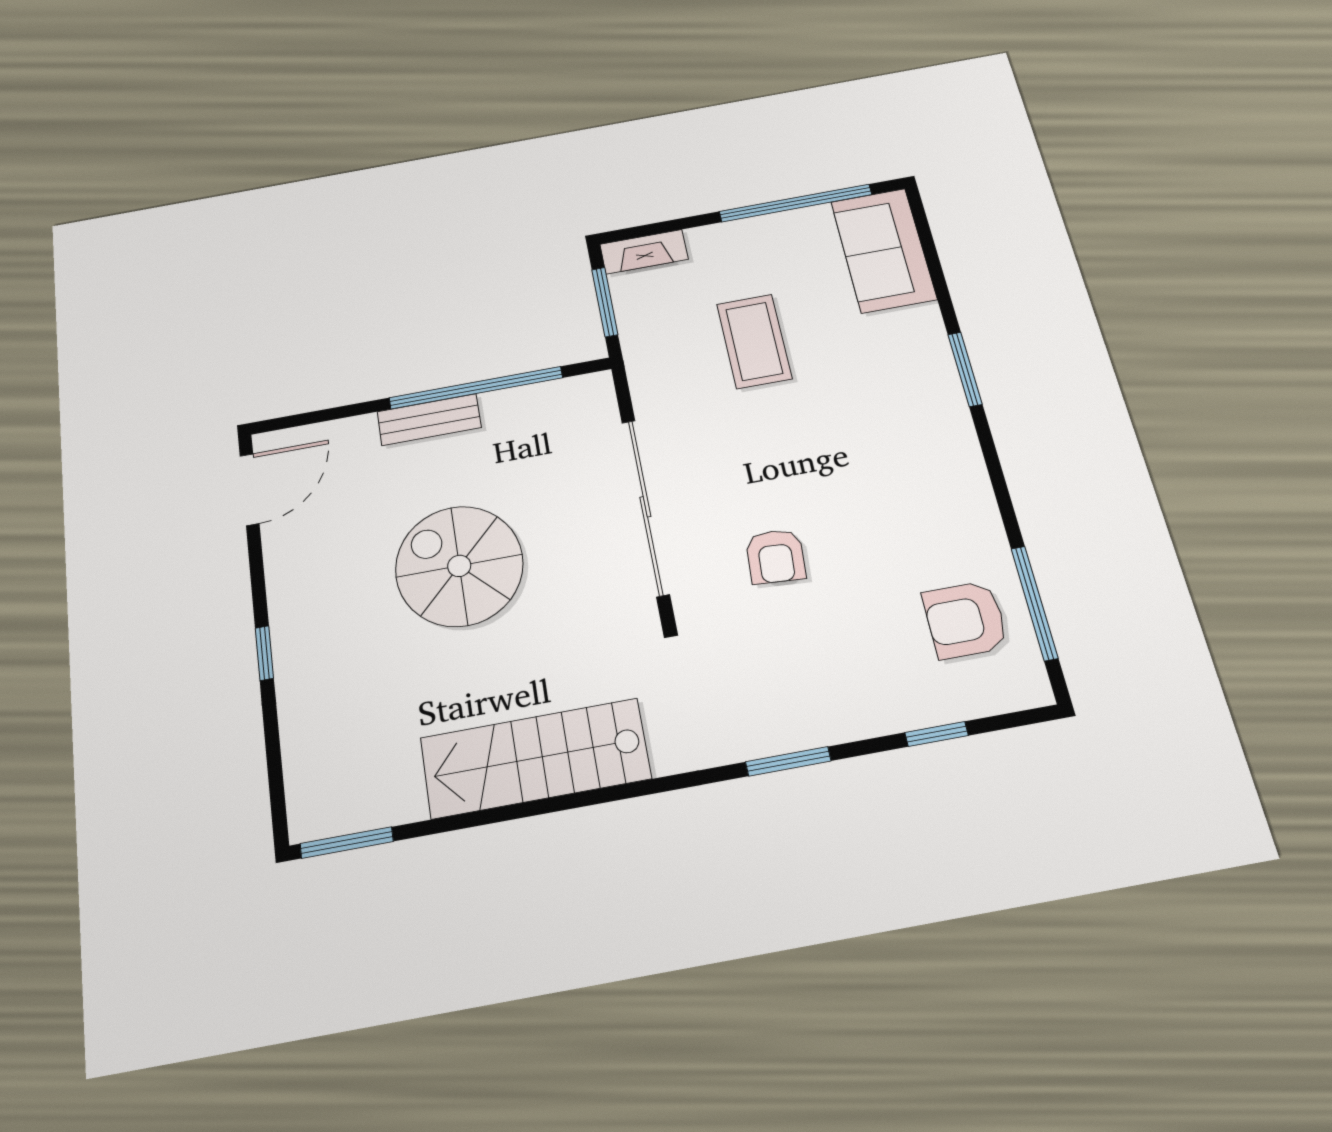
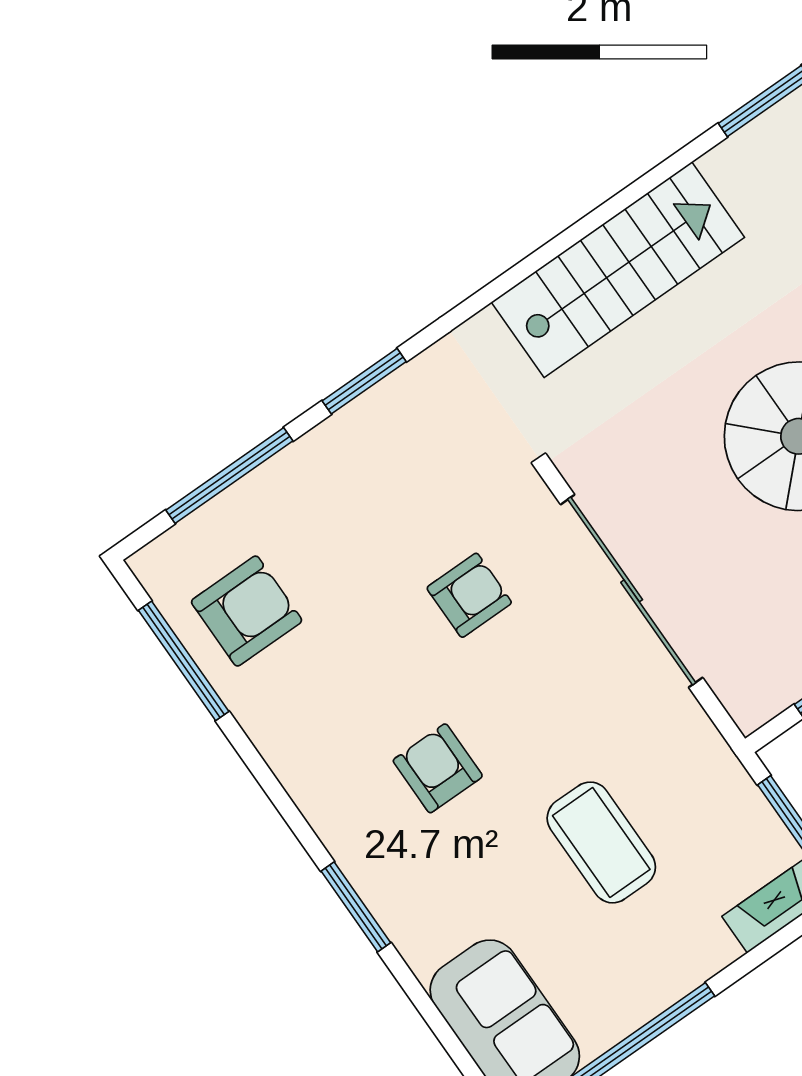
armchair: (858, 441) -> (438, 768), added
armchair: (776, 556) -> (469, 595), turned 86
window: (937, 734) -> (229, 476), width x2.17

